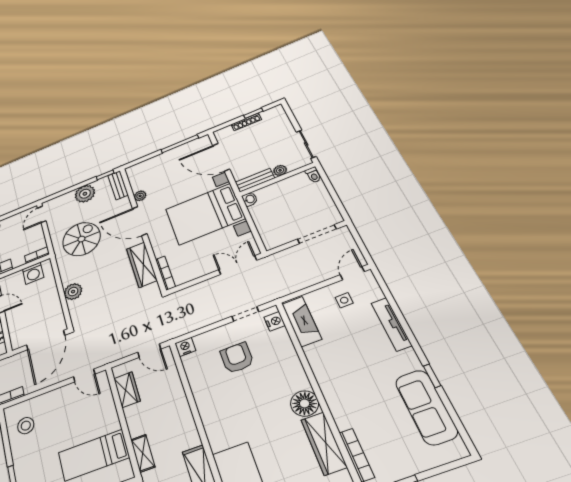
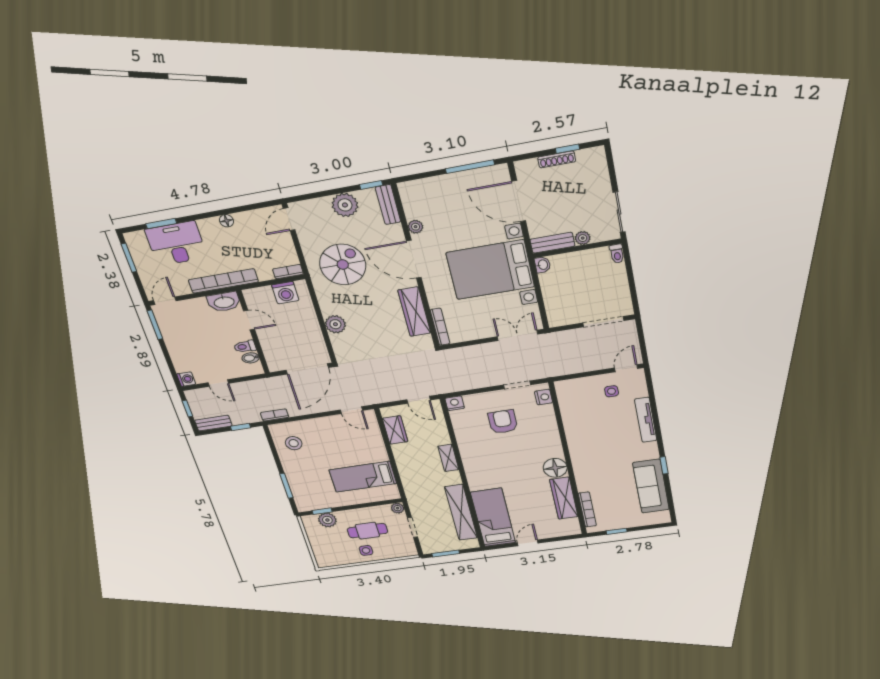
fireplace: (302, 321) -> (568, 402), removed
shelving: (143, 453) -> (448, 458), moved

